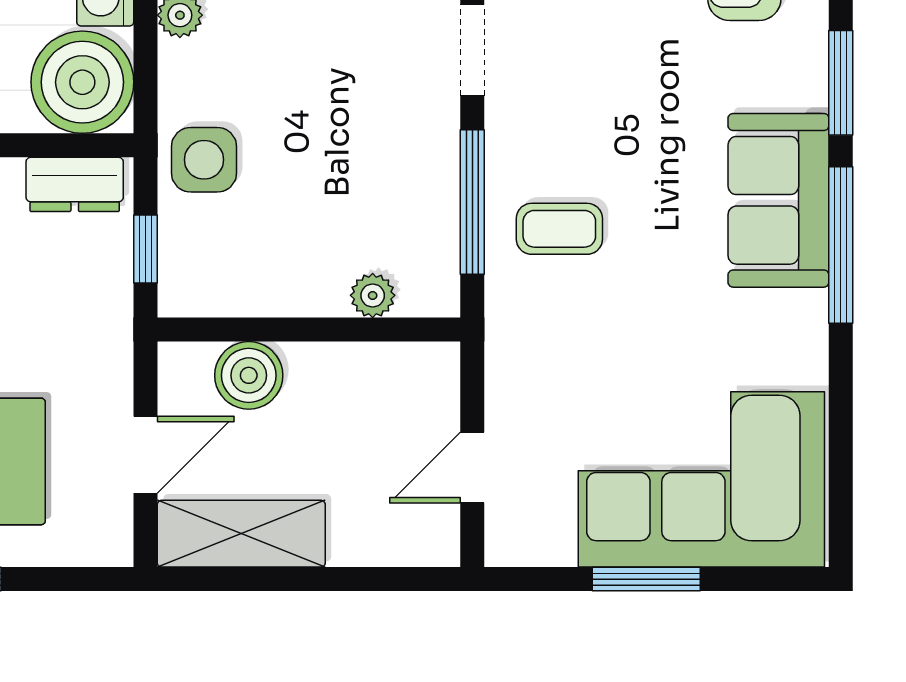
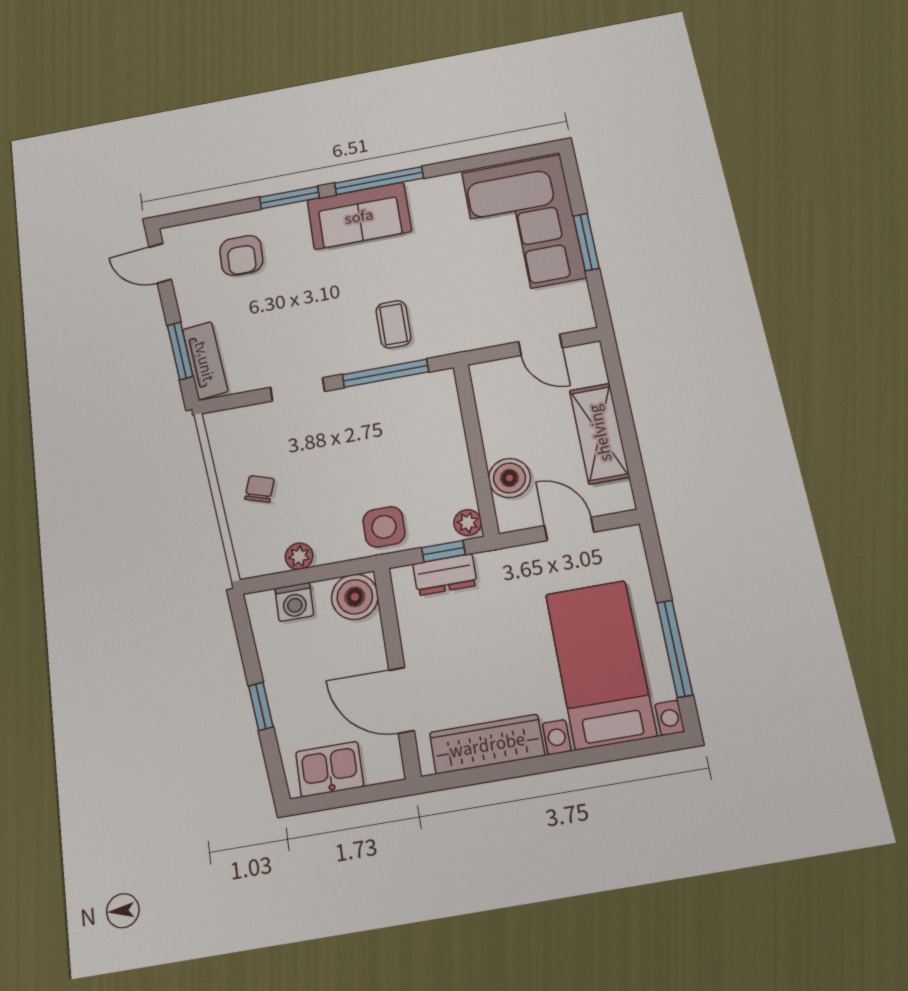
boiler: (82, 82) -> (355, 597), width x0.73, depth x0.73
dresser: (75, 184) -> (445, 575), moved, turned 90
plant: (373, 295) -> (468, 523), moved
shelving: (241, 534) -> (599, 433), moved

